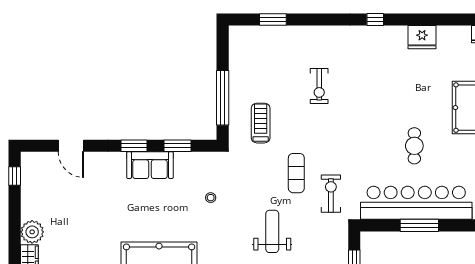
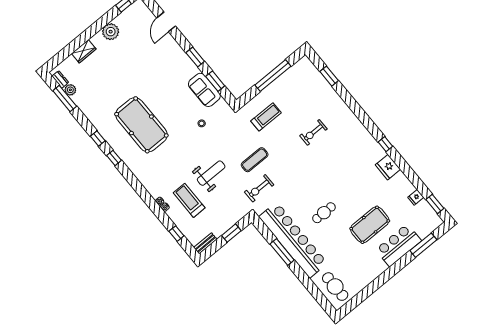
window: (375, 20) -> (385, 144), moved
window: (223, 98) -> (273, 76), moved
sofa: (150, 165) -> (204, 90), moved
exercise bike: (331, 194) -> (259, 188), turned 180
plant: (32, 232) -> (111, 32), moved

